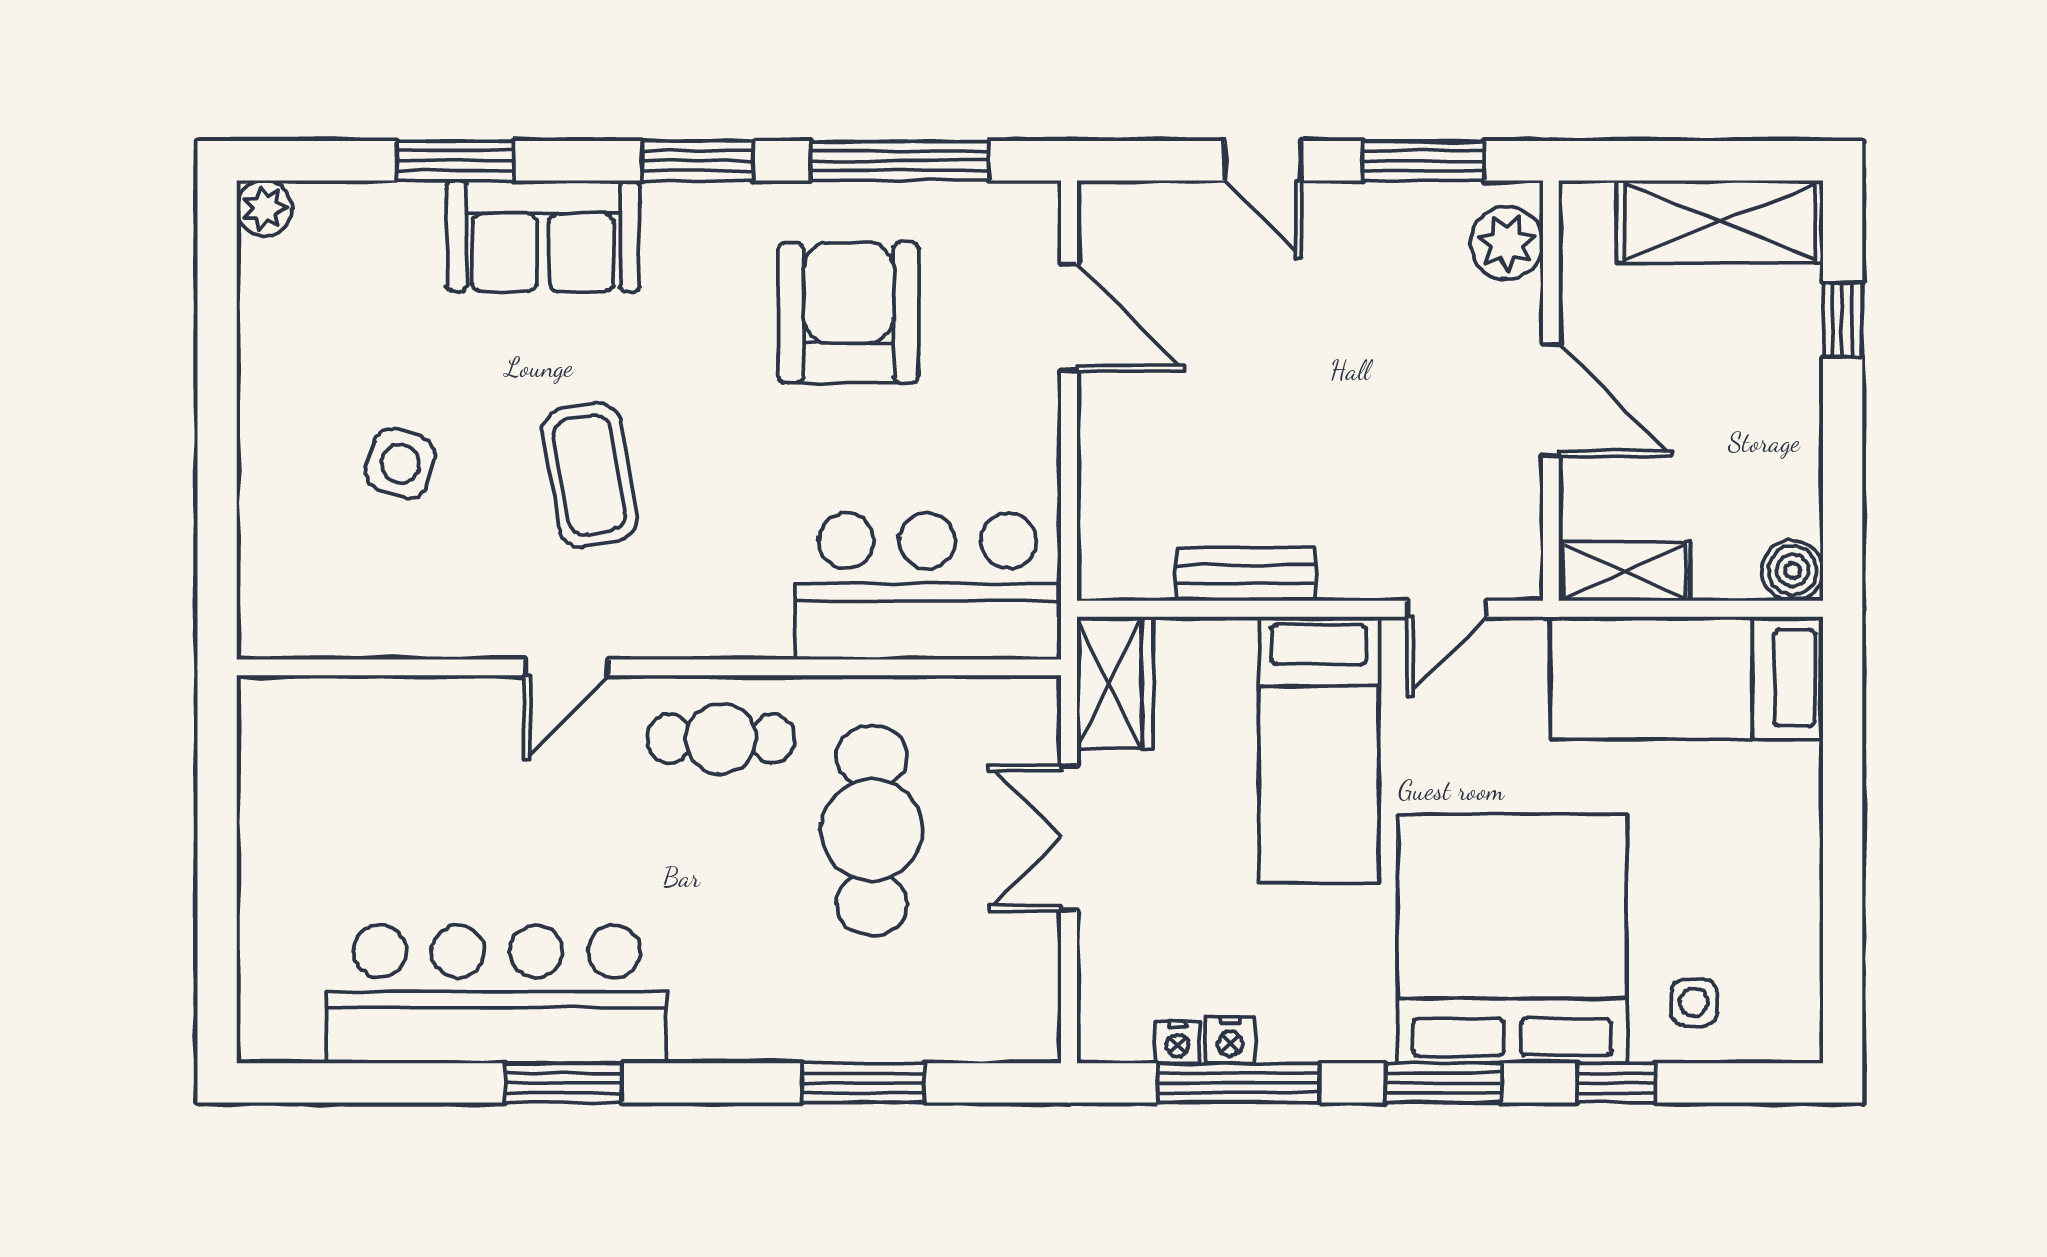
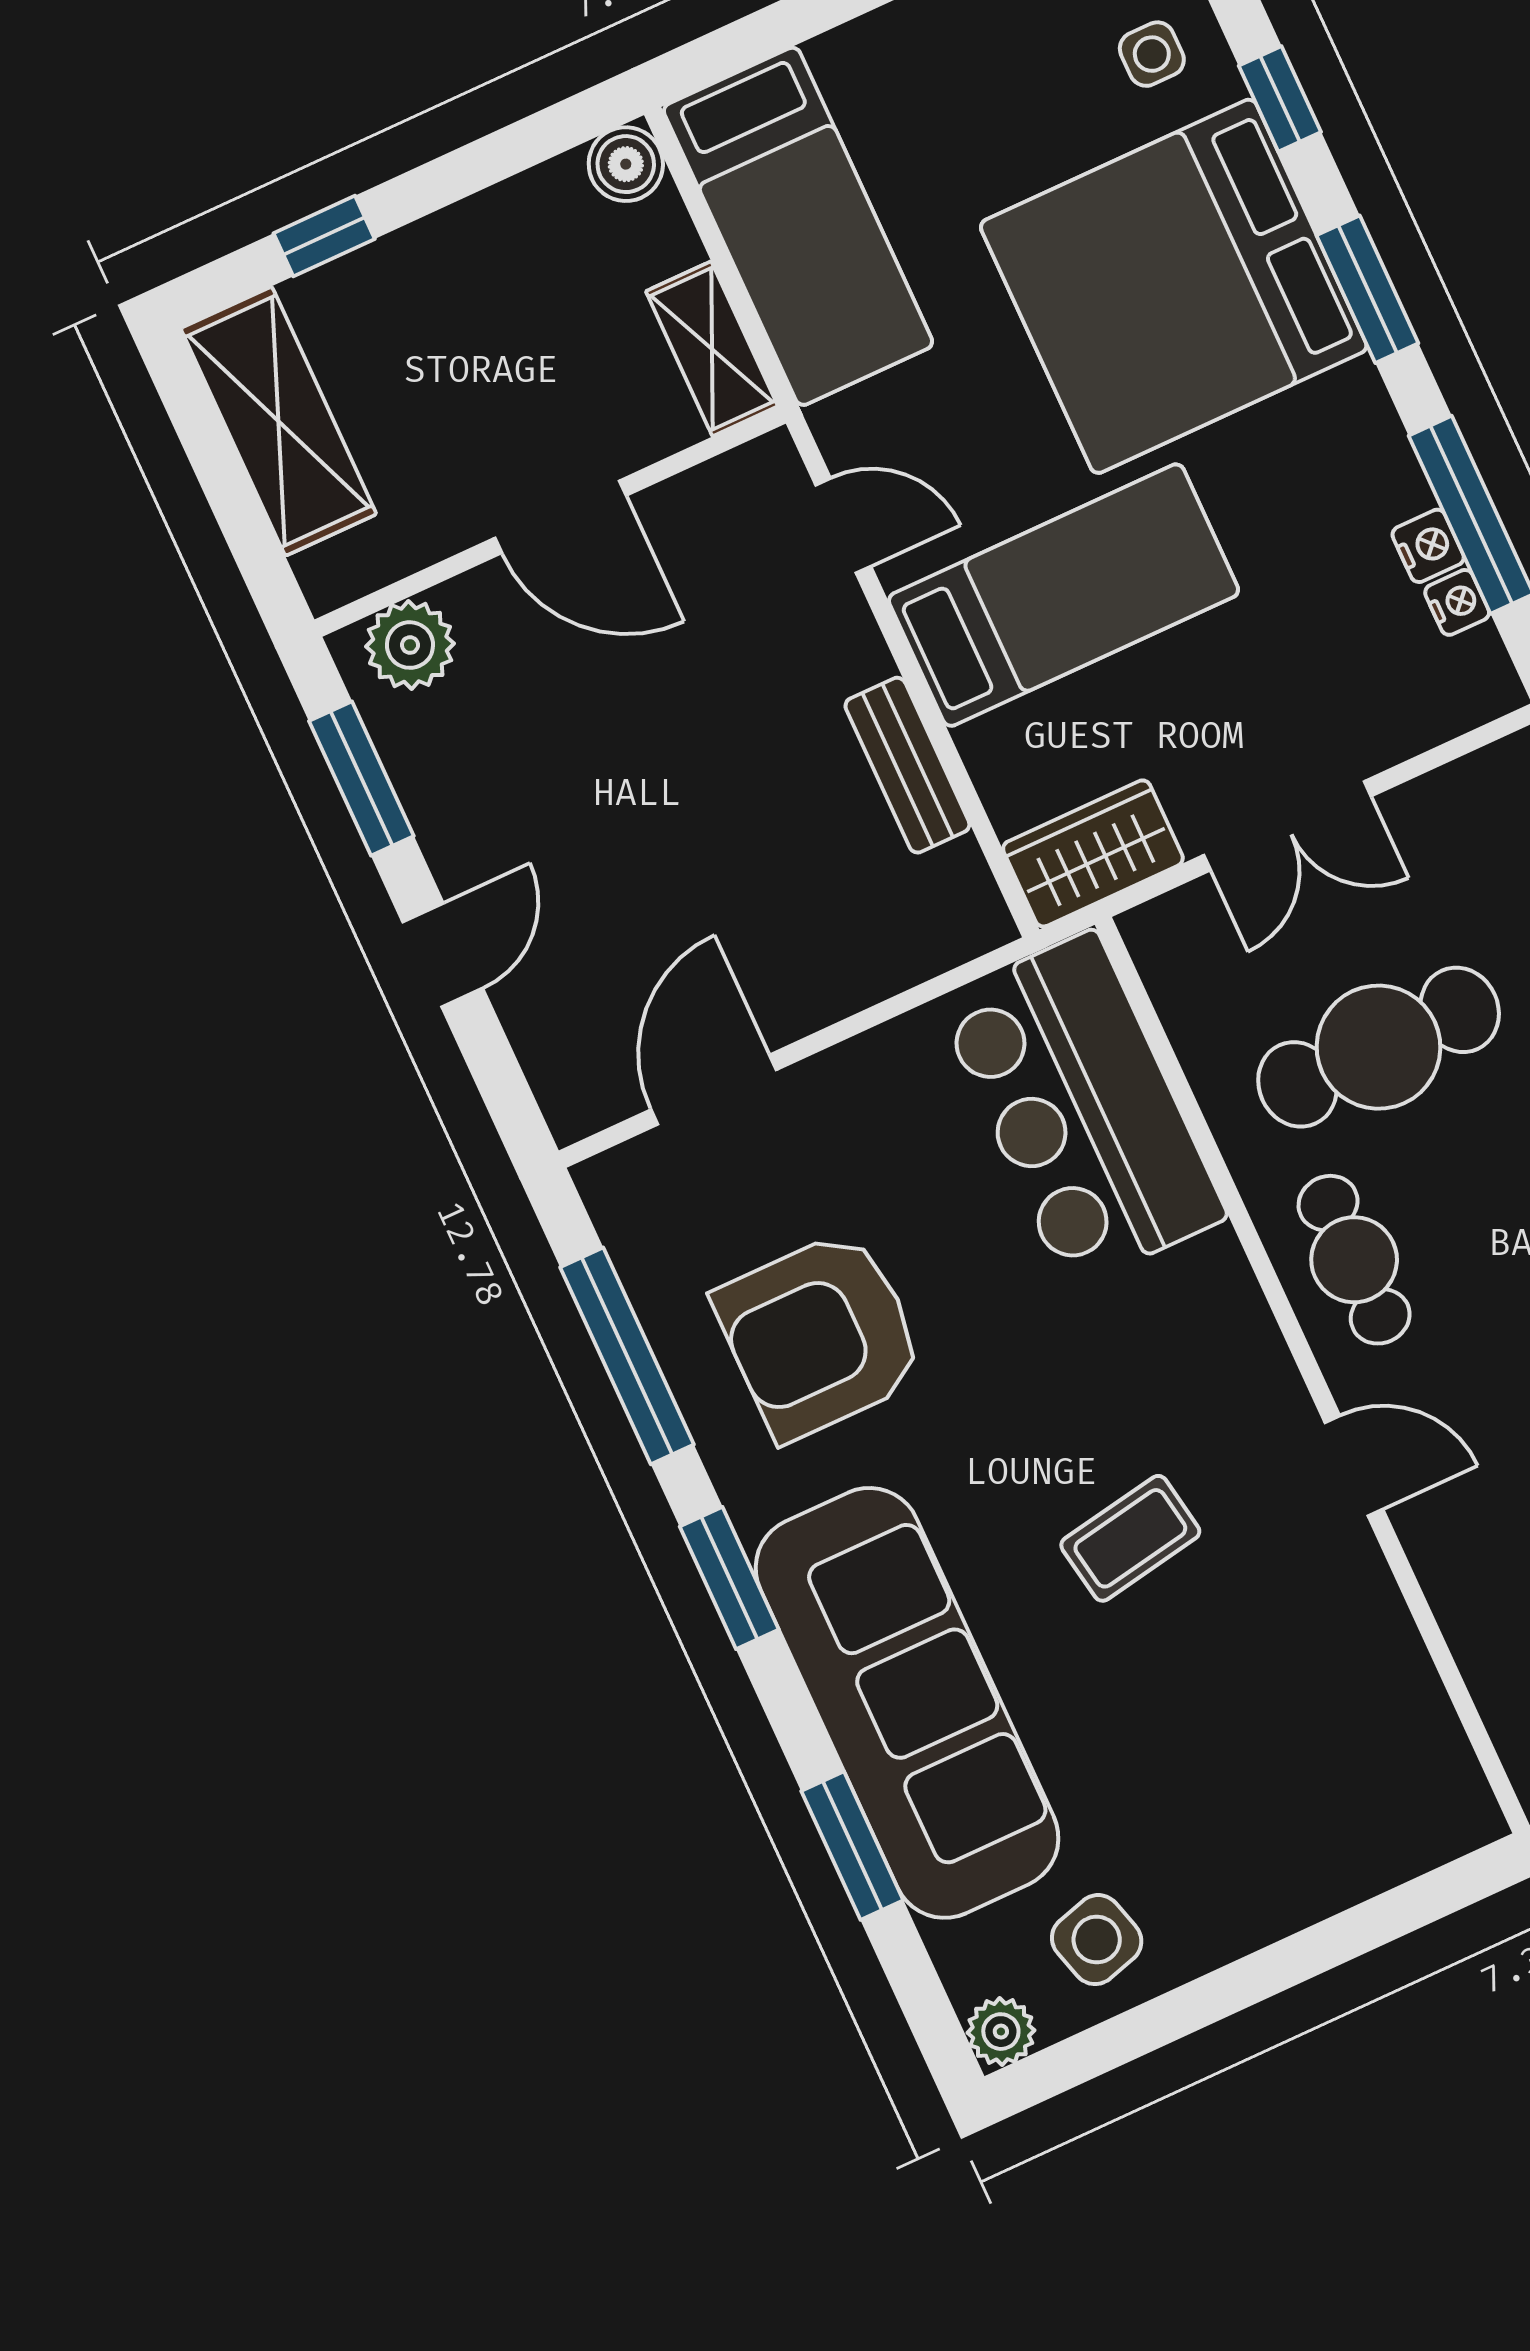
sofa: (543, 236) -> (907, 1703), width x1.85, depth x1.27
door: (1551, 400) -> (560, 517), swing flipped
side table: (400, 464) -> (1097, 1940), moved, turned -33
coffee table: (589, 475) -> (1130, 1538), width x0.73, depth x0.77

